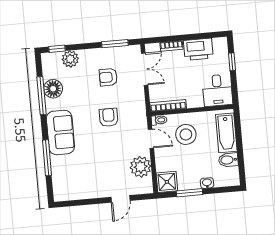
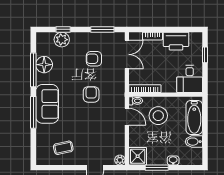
window: (57, 49) -> (63, 29), moved
window: (47, 158) -> (33, 112), moved
plant: (141, 167) -> (120, 160), moved, width x0.53, depth x0.53
coffee table: (83, 180) -> (63, 148), added

